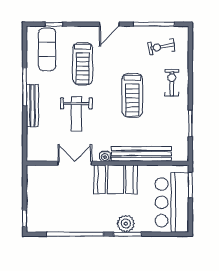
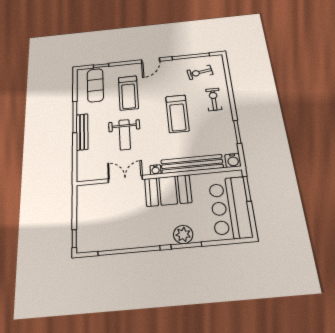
water cooler: (181, 154) -> (233, 160), added

